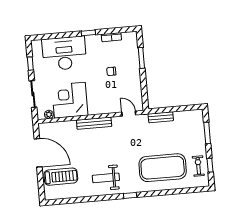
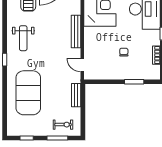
door: (129, 114) -> (82, 65), swing flipped
exercise bike: (198, 166) -> (63, 125), moved
weight bench: (106, 178) -> (23, 38), turned 180

